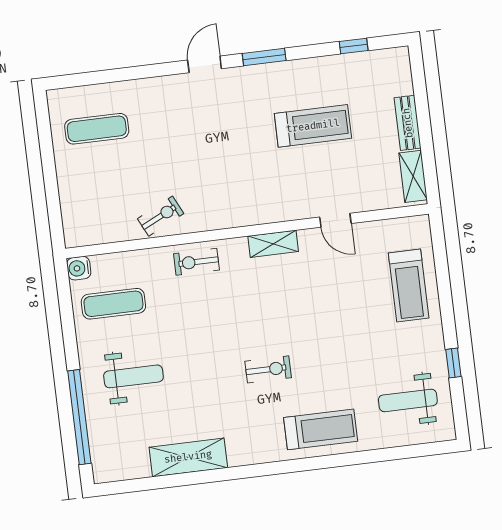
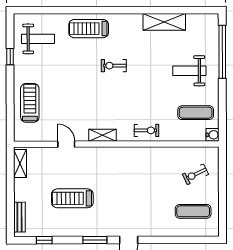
bench: (408, 123) -> (19, 217), moved
exercise bike: (161, 216) -> (195, 174), moved

